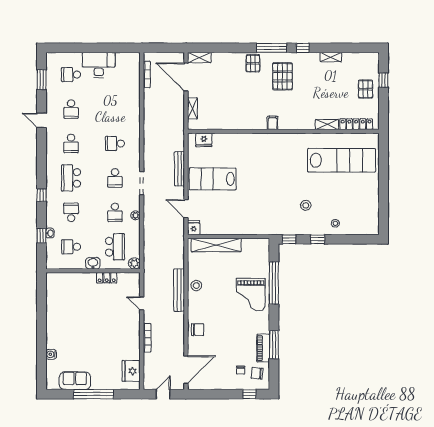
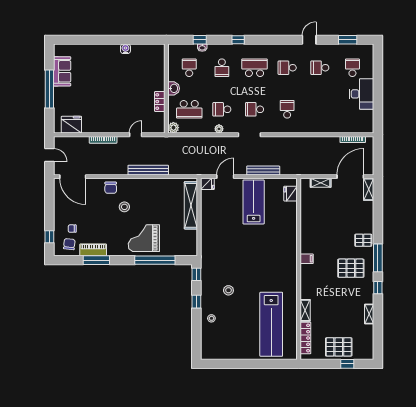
pallet: (366, 89) -> (339, 347), width x1.50, depth x1.42
school desk: (71, 212) -> (222, 68), turned 90
stool: (196, 286) -> (124, 207), moved
water cooler: (51, 354) -> (125, 49), moved

